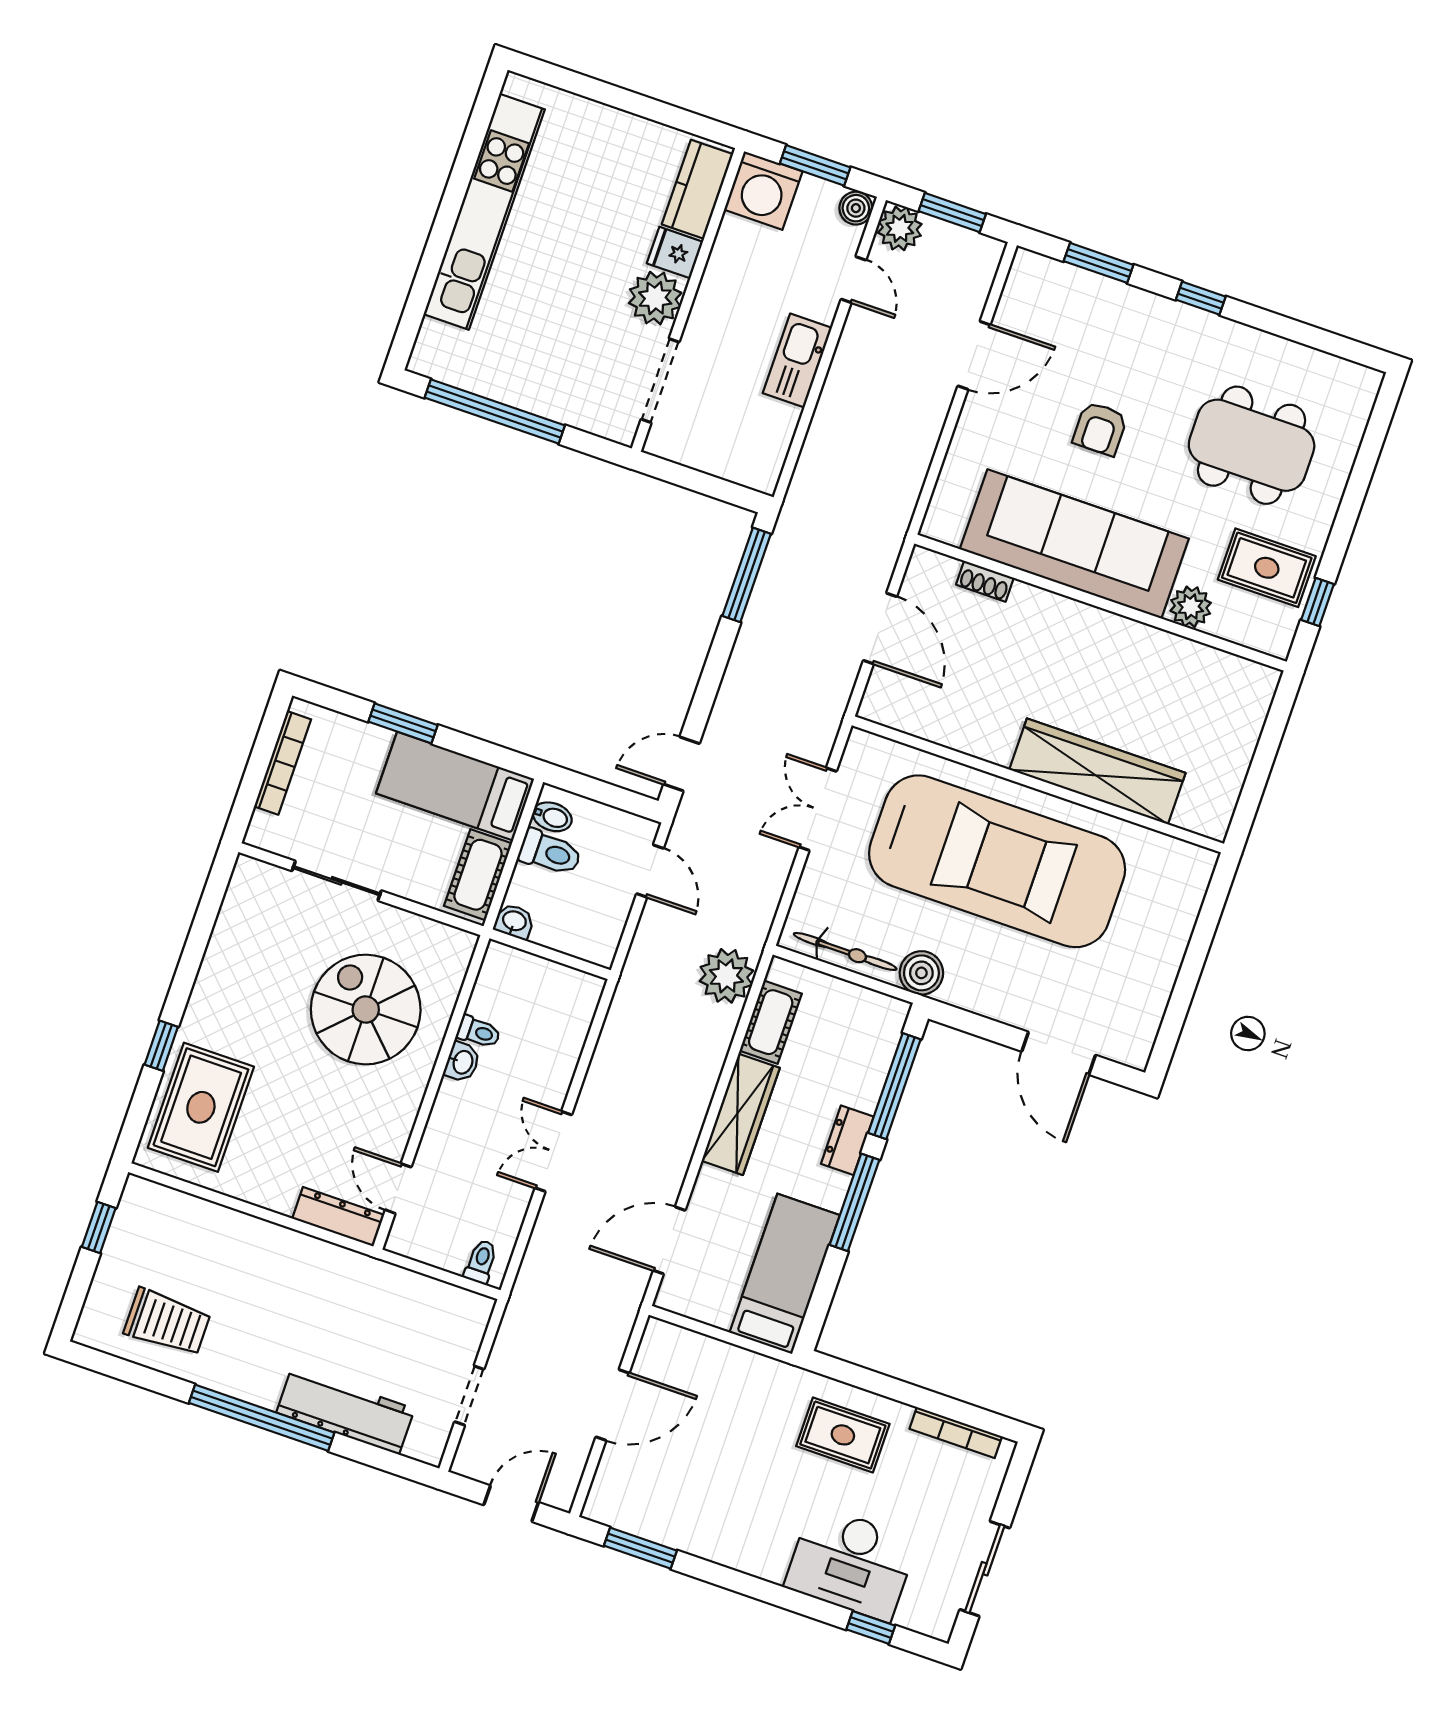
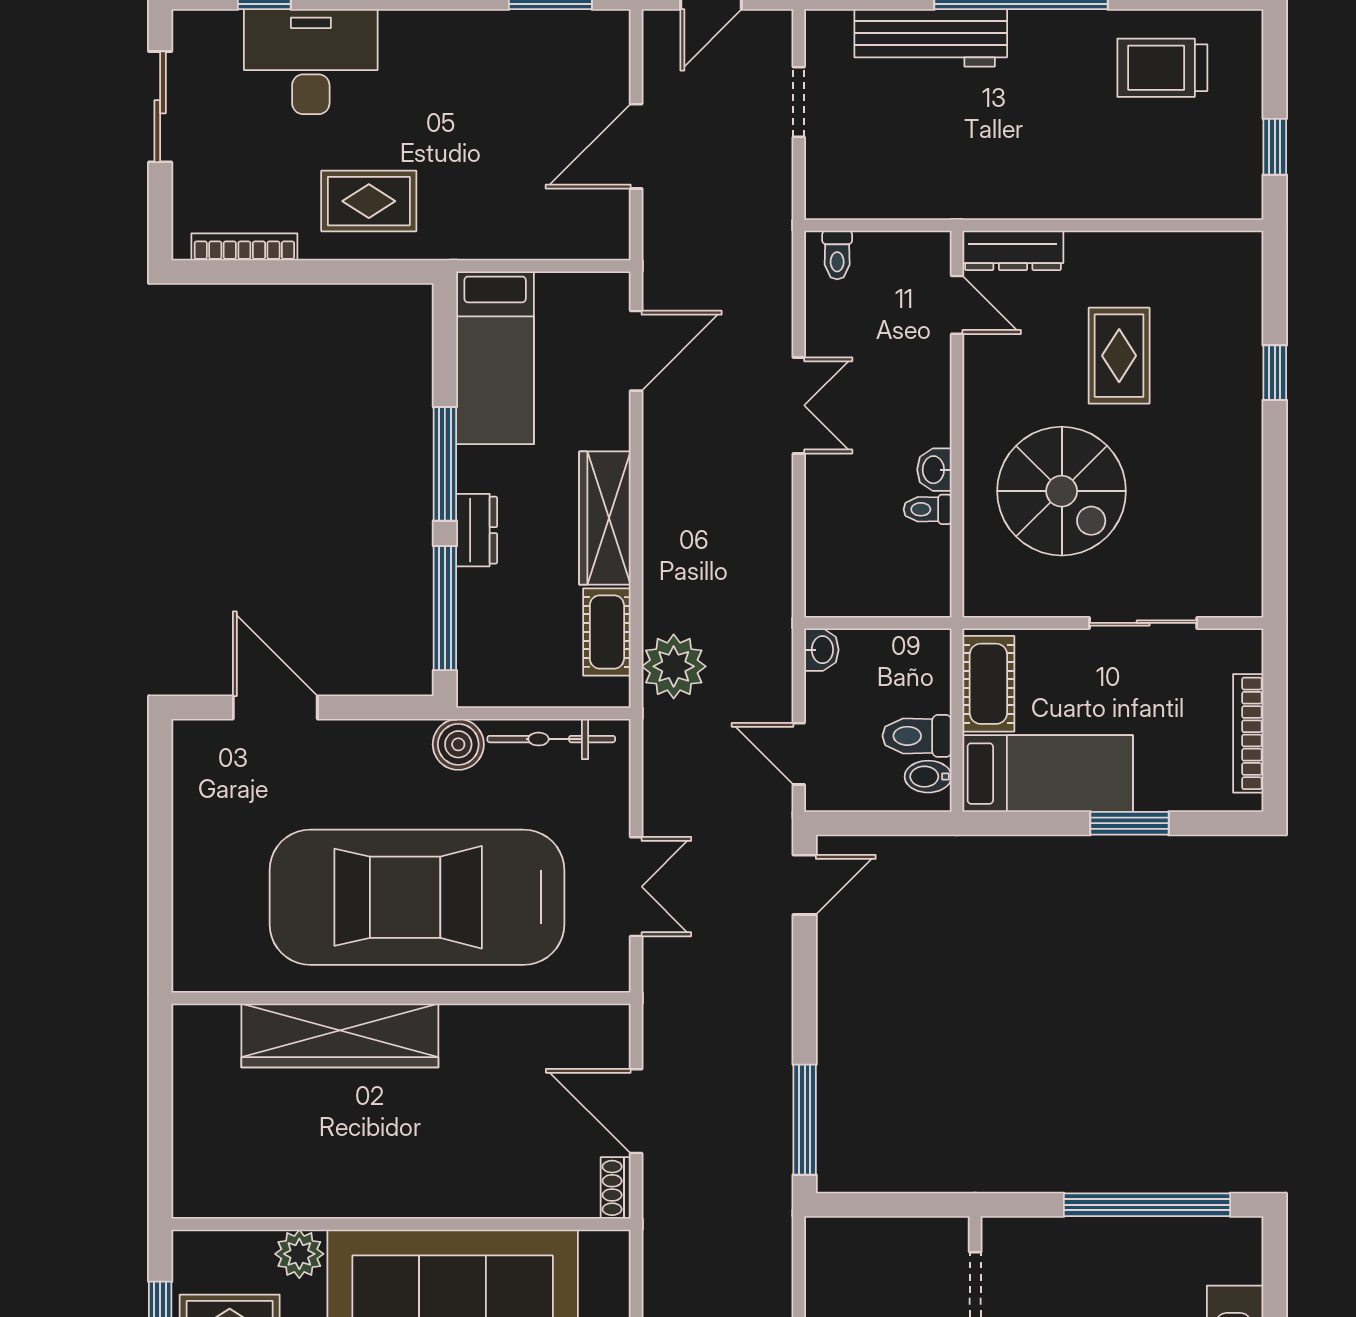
shoe rack: (985, 581) -> (616, 1188), moved, turned -90
washbasin: (514, 922) -> (821, 650), moved, turned -90
rug: (201, 1107) -> (1119, 356), moved, width x0.73, depth x0.70

